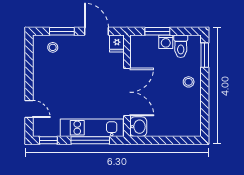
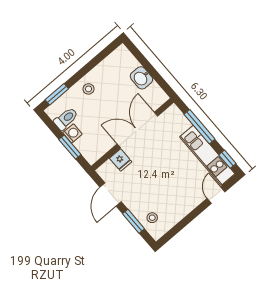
fridge: (117, 43) -> (121, 160), moved, turned 90
washbasin: (138, 127) -> (141, 78), moved, turned -90
kitchen unit: (92, 128) -> (207, 155), moved

